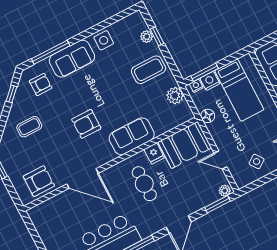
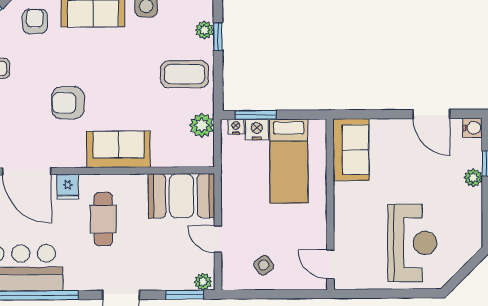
armchair: (41, 84) -> (35, 21), turned -90
floor lamp: (208, 116) -> (231, 173), removed
fridge: (154, 153) -> (68, 187), moved

